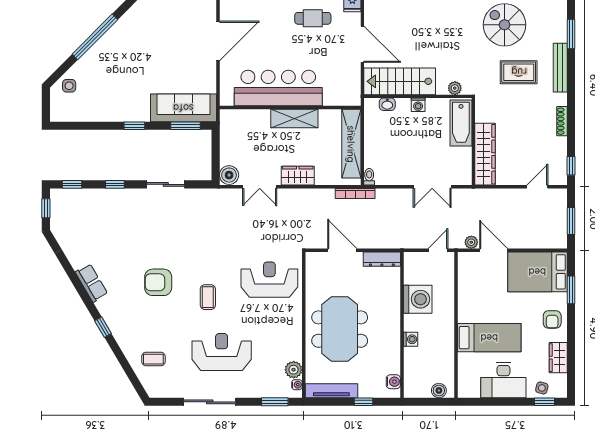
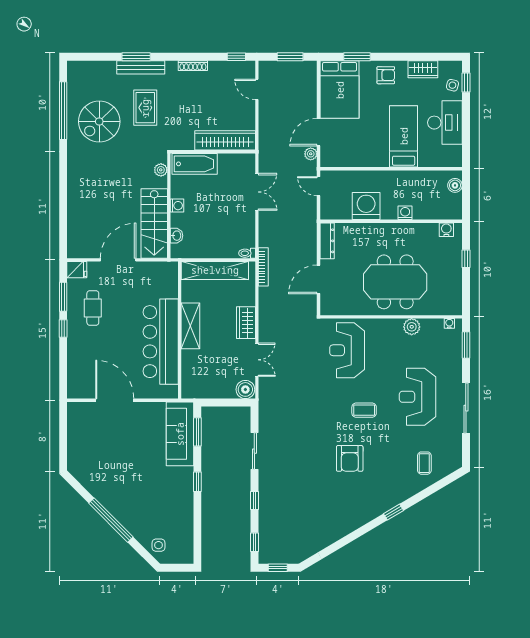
window: (571, 34) -> (136, 57), moved
row of seats: (91, 283) -> (350, 523), removed
plant: (294, 370) -> (412, 327), moved
tv unit: (331, 391) -> (455, 290), removed

